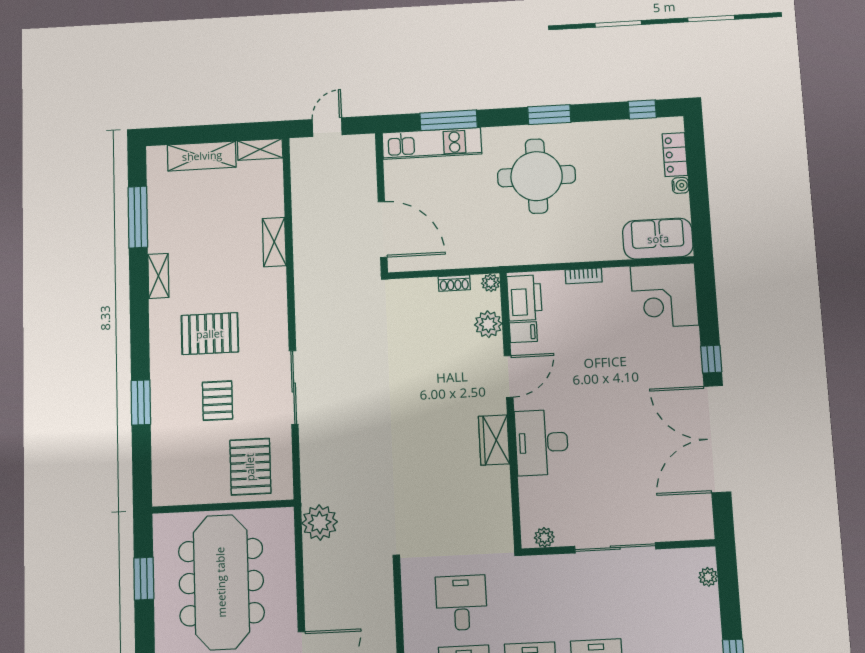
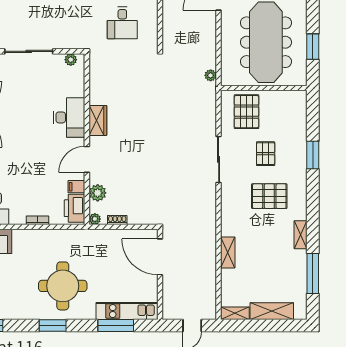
plant: (320, 523) -> (211, 75), width x0.53, depth x0.53

